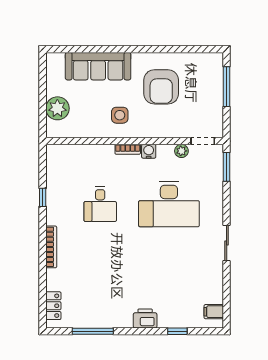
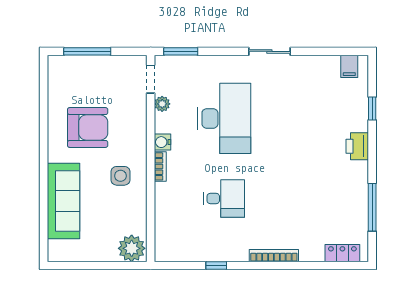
plant: (57, 108) -> (132, 248), moved

